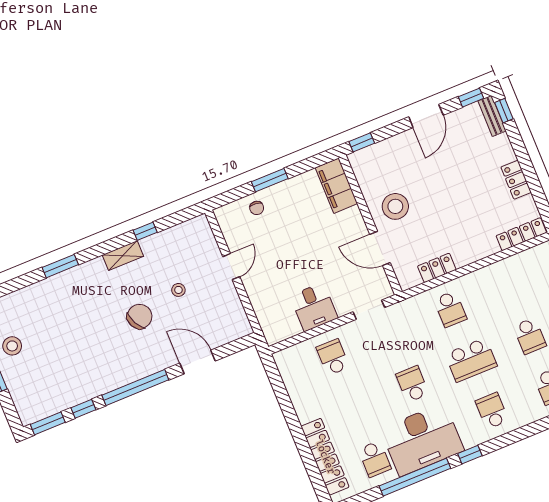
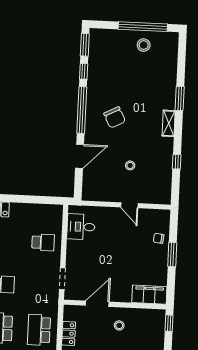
stool: (395, 206) -> (119, 325), width x0.53, depth x0.53
shelving: (123, 256) -> (169, 123), moved
desk: (314, 307) -> (81, 227), moved
school desk: (450, 309) -> (39, 330), width x1.85
chair: (140, 316) -> (115, 117), moved

